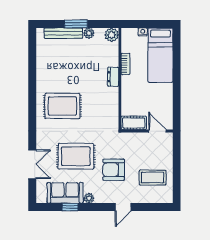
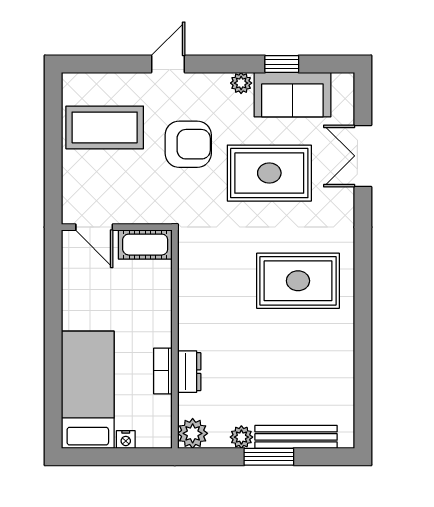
dresser: (113, 77) -> (189, 372), moved
coffee table: (153, 178) -> (105, 127), width x1.36, depth x1.32

